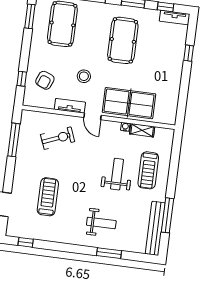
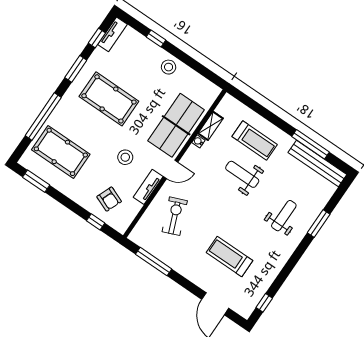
stool: (171, 74) -> (169, 67), added

